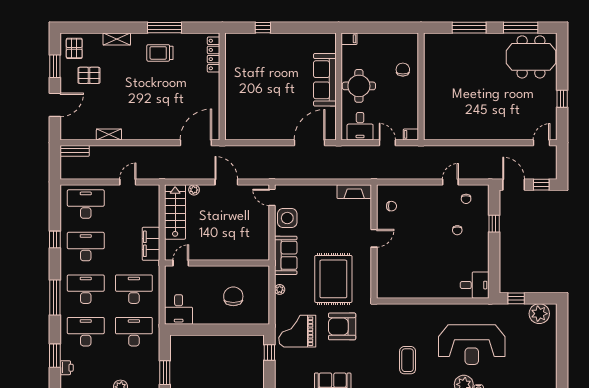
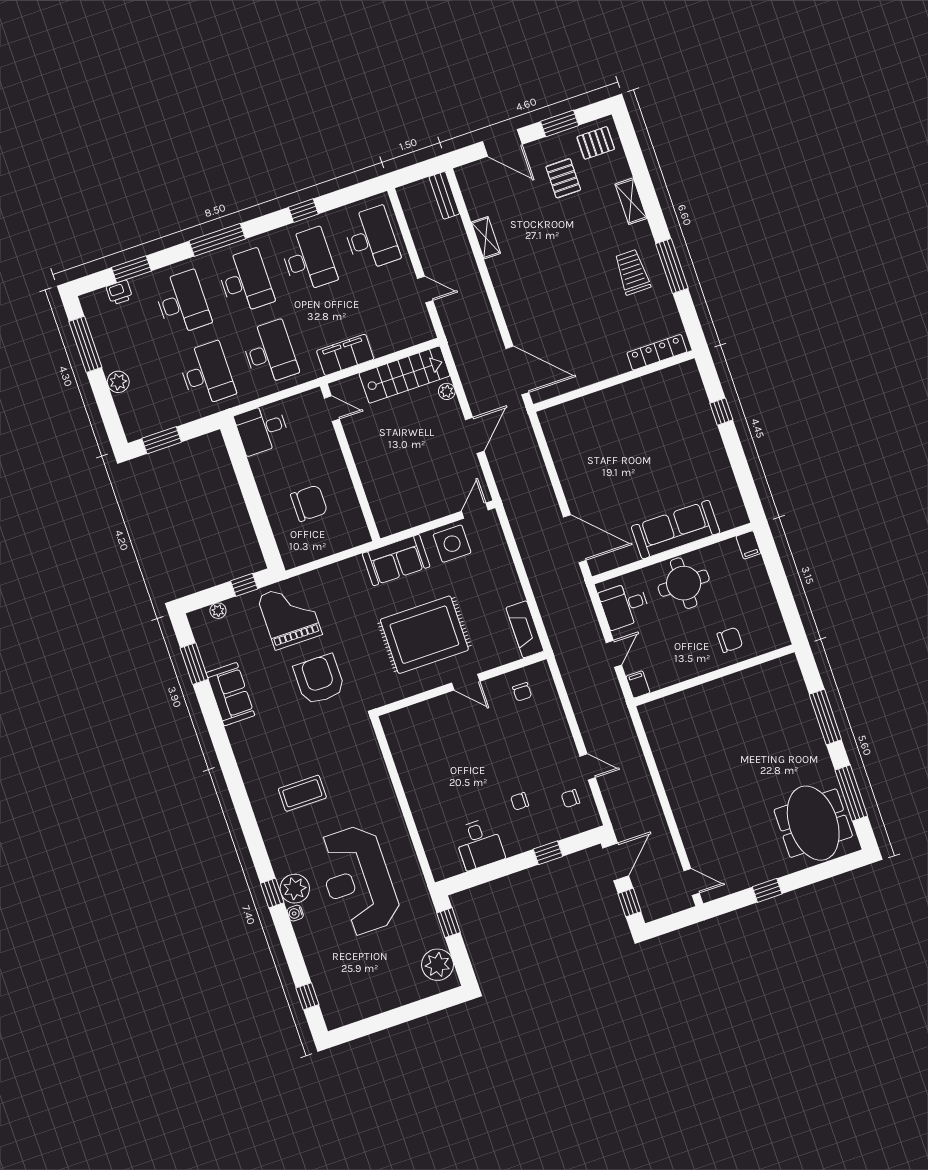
rug: (333, 279) -> (424, 635), moved
desk: (475, 285) -> (479, 844), moved
plant: (280, 289) -> (218, 611), moved

